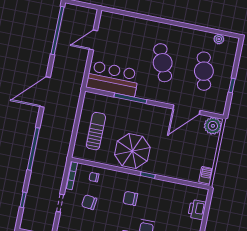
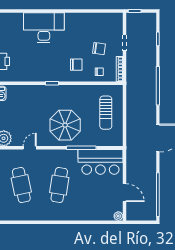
plant: (219, 39) -> (118, 216), moved
door: (93, 40) -> (124, 193), hinge flipped
cafe table: (163, 63) -> (59, 185), turned 30
door: (187, 110) -> (30, 148), width x0.53
parasol: (132, 151) -> (65, 125), moved
chair: (130, 198) -> (76, 65), moved

